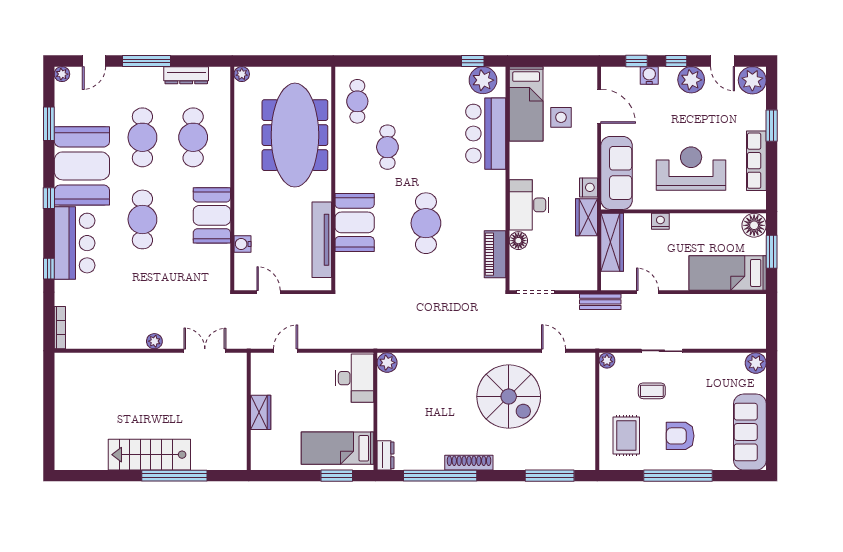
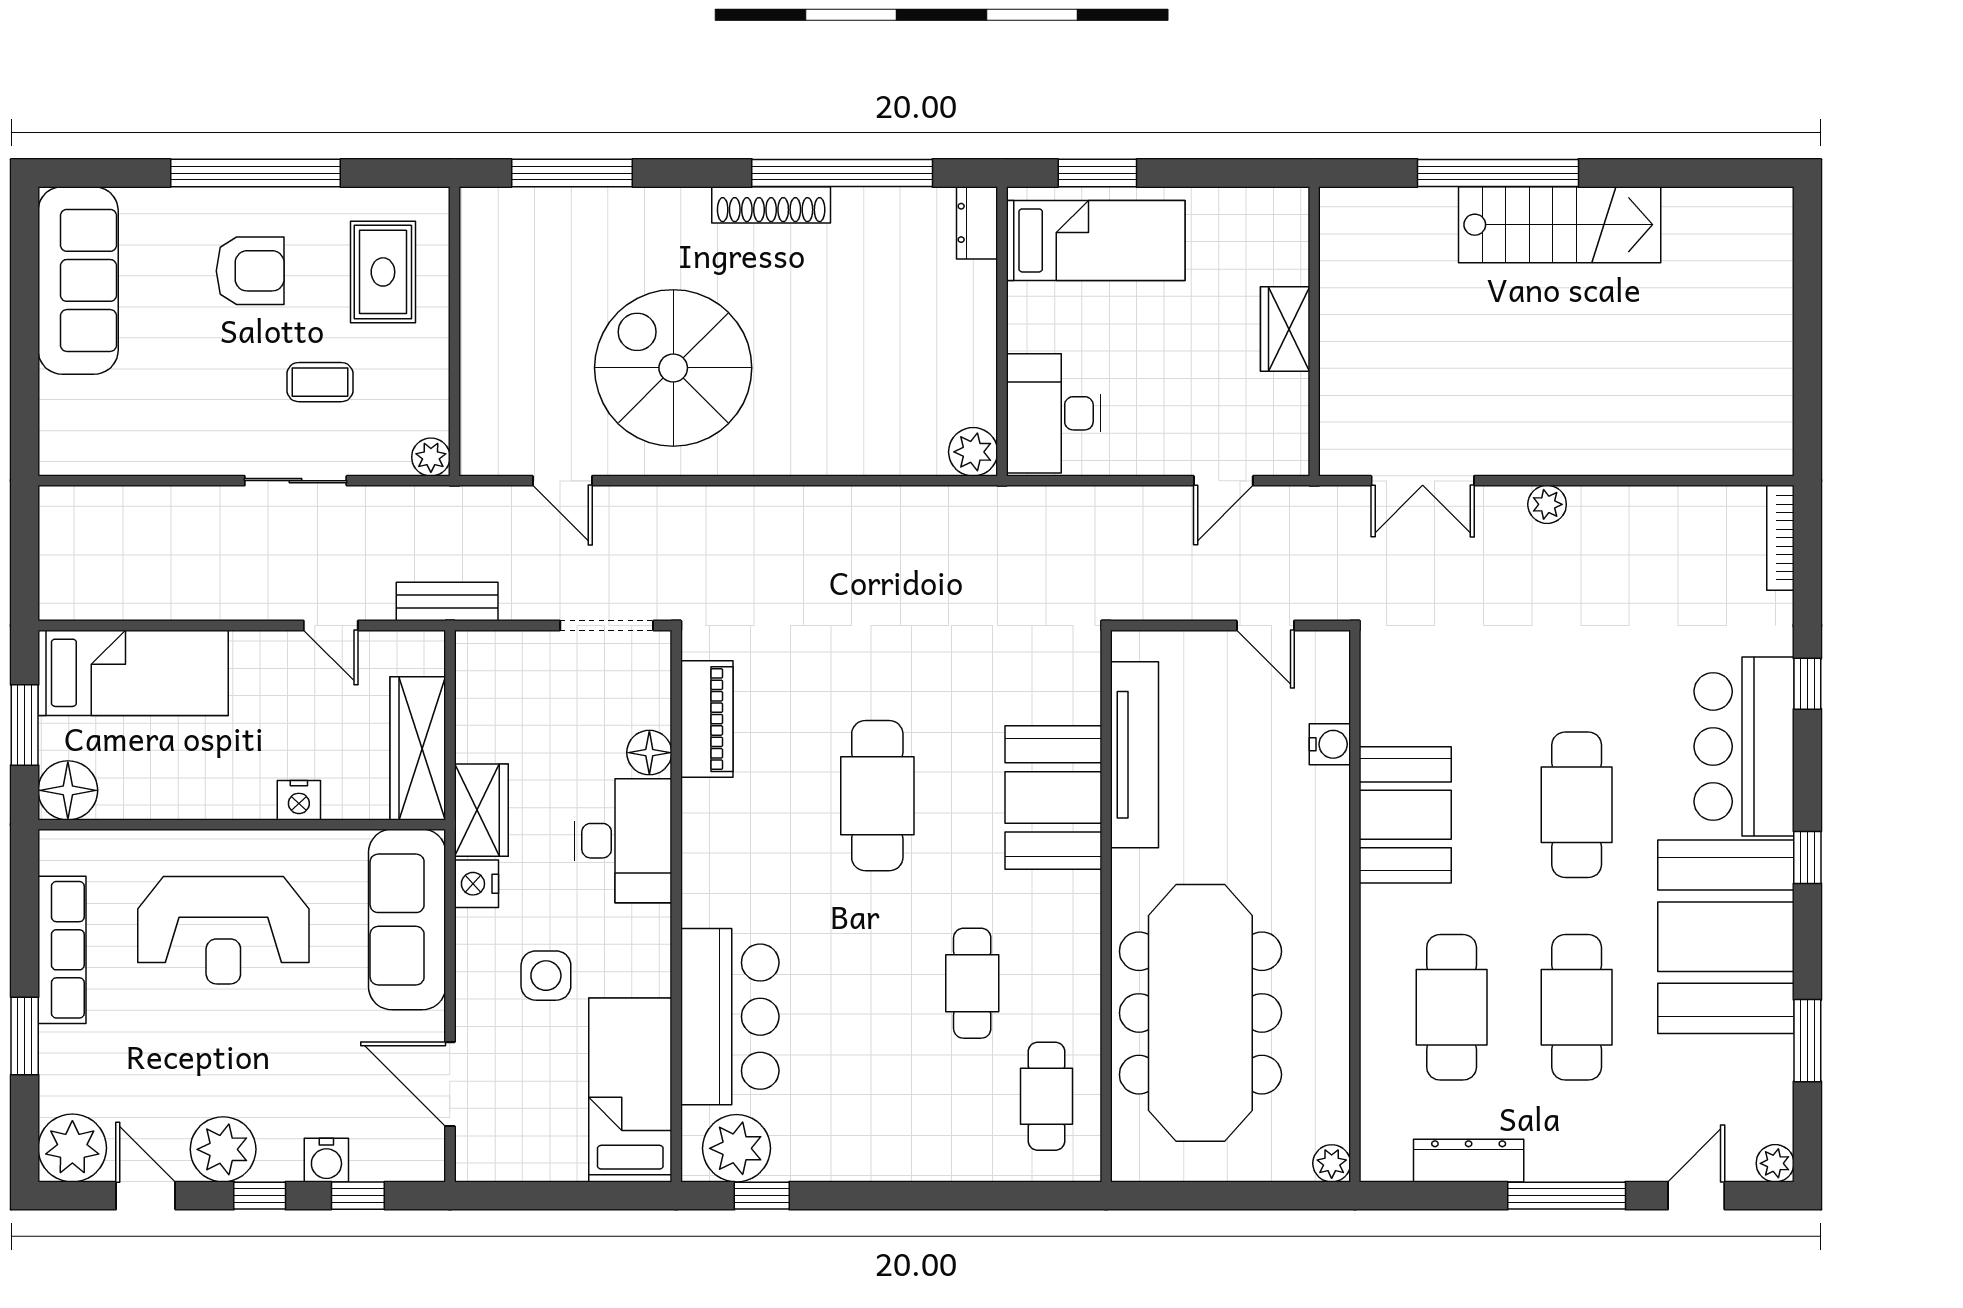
side table: (561, 117) -> (546, 976), moved
plant: (756, 363) -> (64, 451), removed

